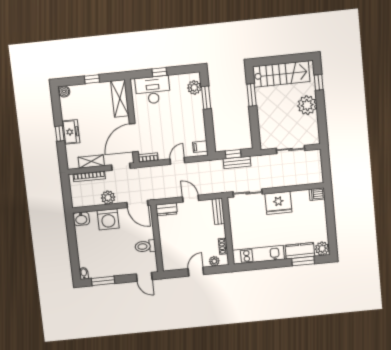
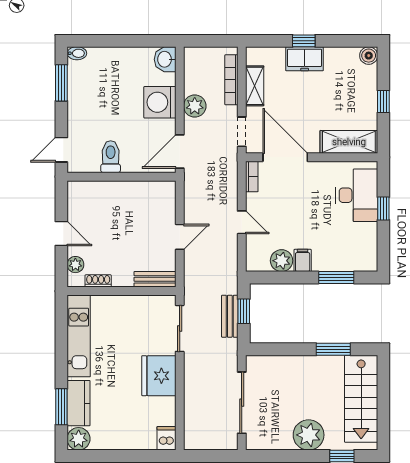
plant: (194, 87) -> (282, 261), moved
filing cabinet: (200, 147) -> (303, 260), moved
sliding door: (291, 149) -> (242, 403), width x1.37
dresser: (167, 209) -> (167, 197), removed

